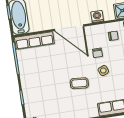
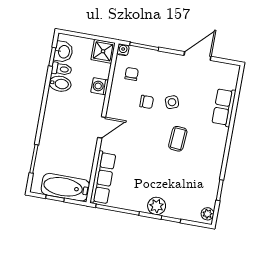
door: (69, 28) -> (102, 127), width x0.53
plant: (28, 85) -> (157, 206), added

